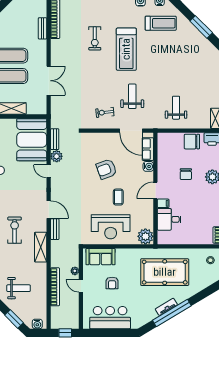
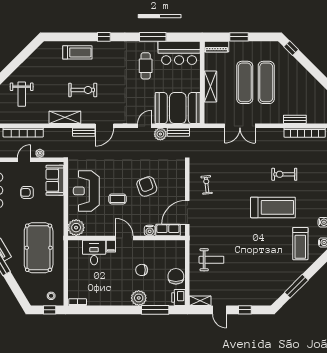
treadmill: (126, 49) -> (273, 207), turned 180
weight bench: (132, 96) -> (223, 214), removed

